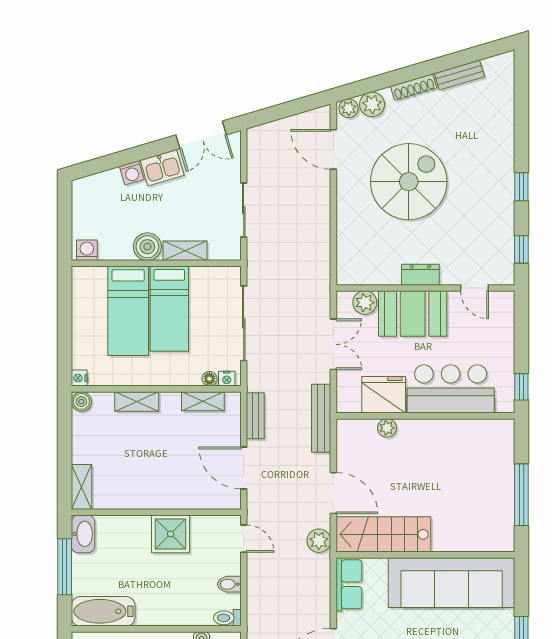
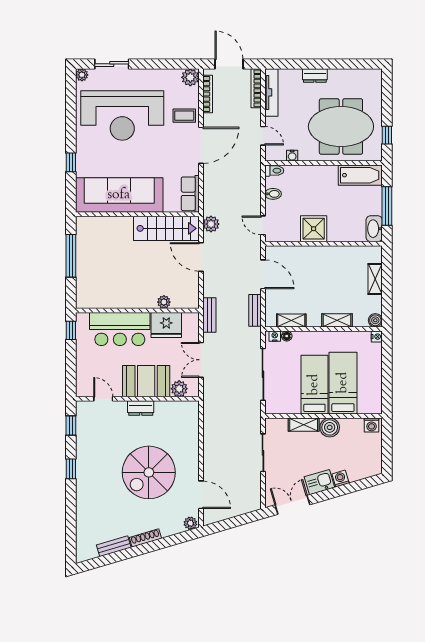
plant: (372, 104) -> (174, 526), removed
bench: (321, 418) -> (209, 315), width x0.73
shelving: (82, 487) -> (375, 279), moved

